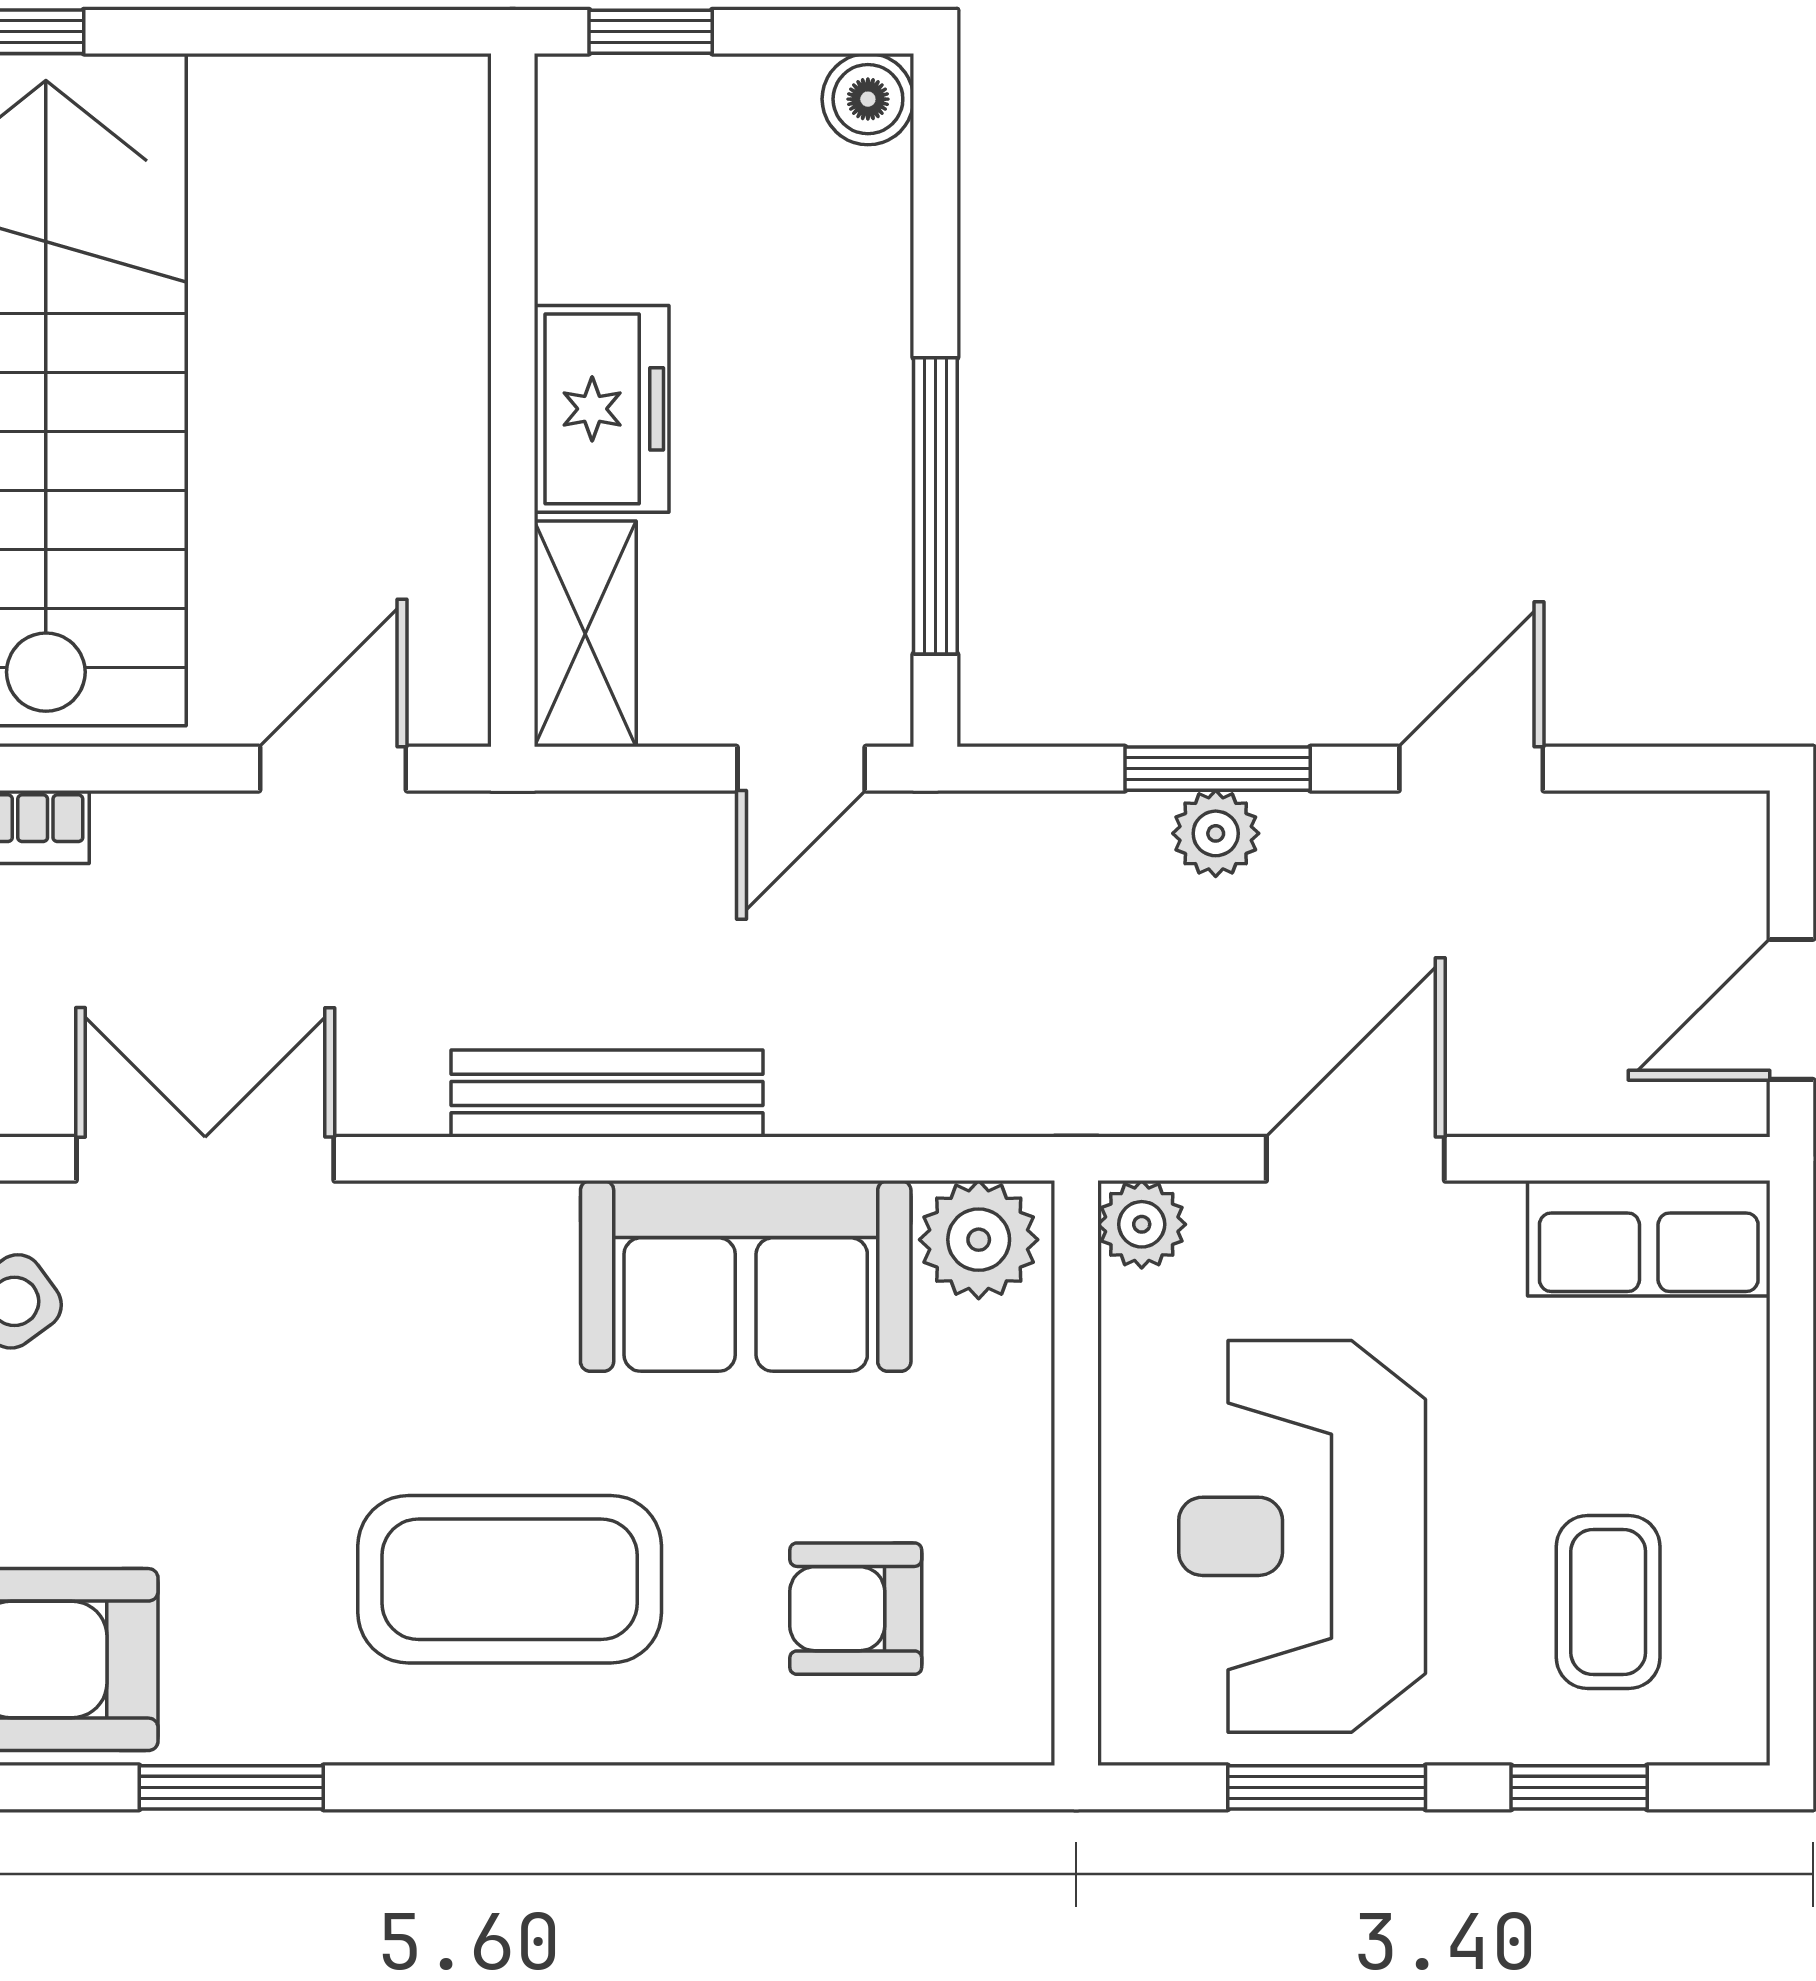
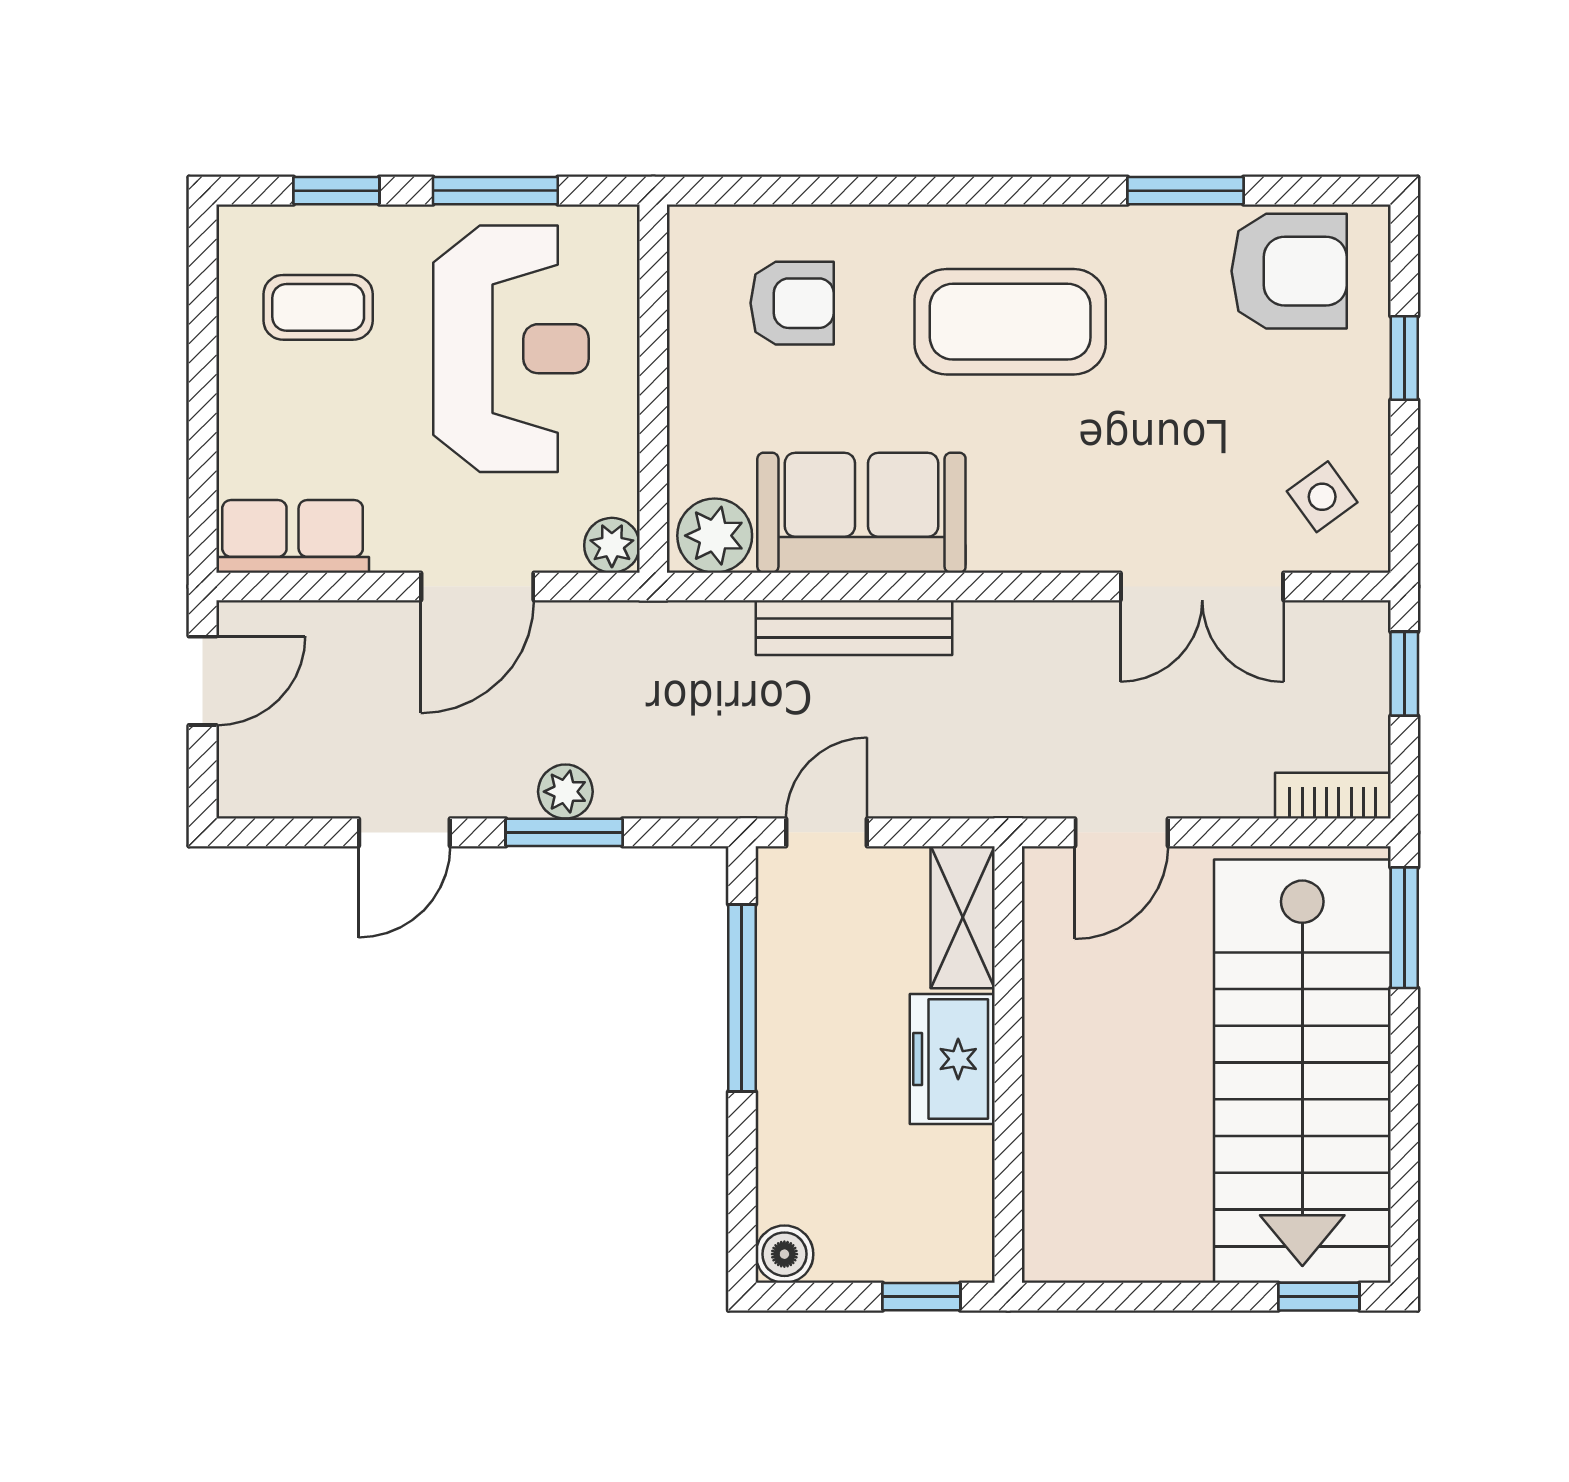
bench: (607, 1093) -> (854, 628), moved
coffee table: (1608, 1602) -> (318, 307), turned 90

